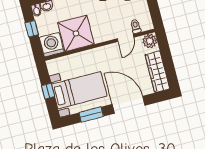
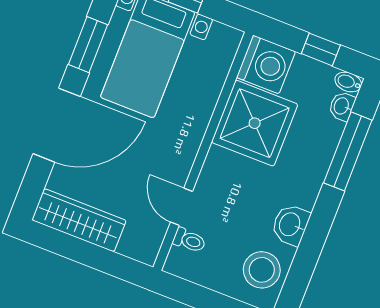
plant: (150, 41) -> (144, 247), removed

